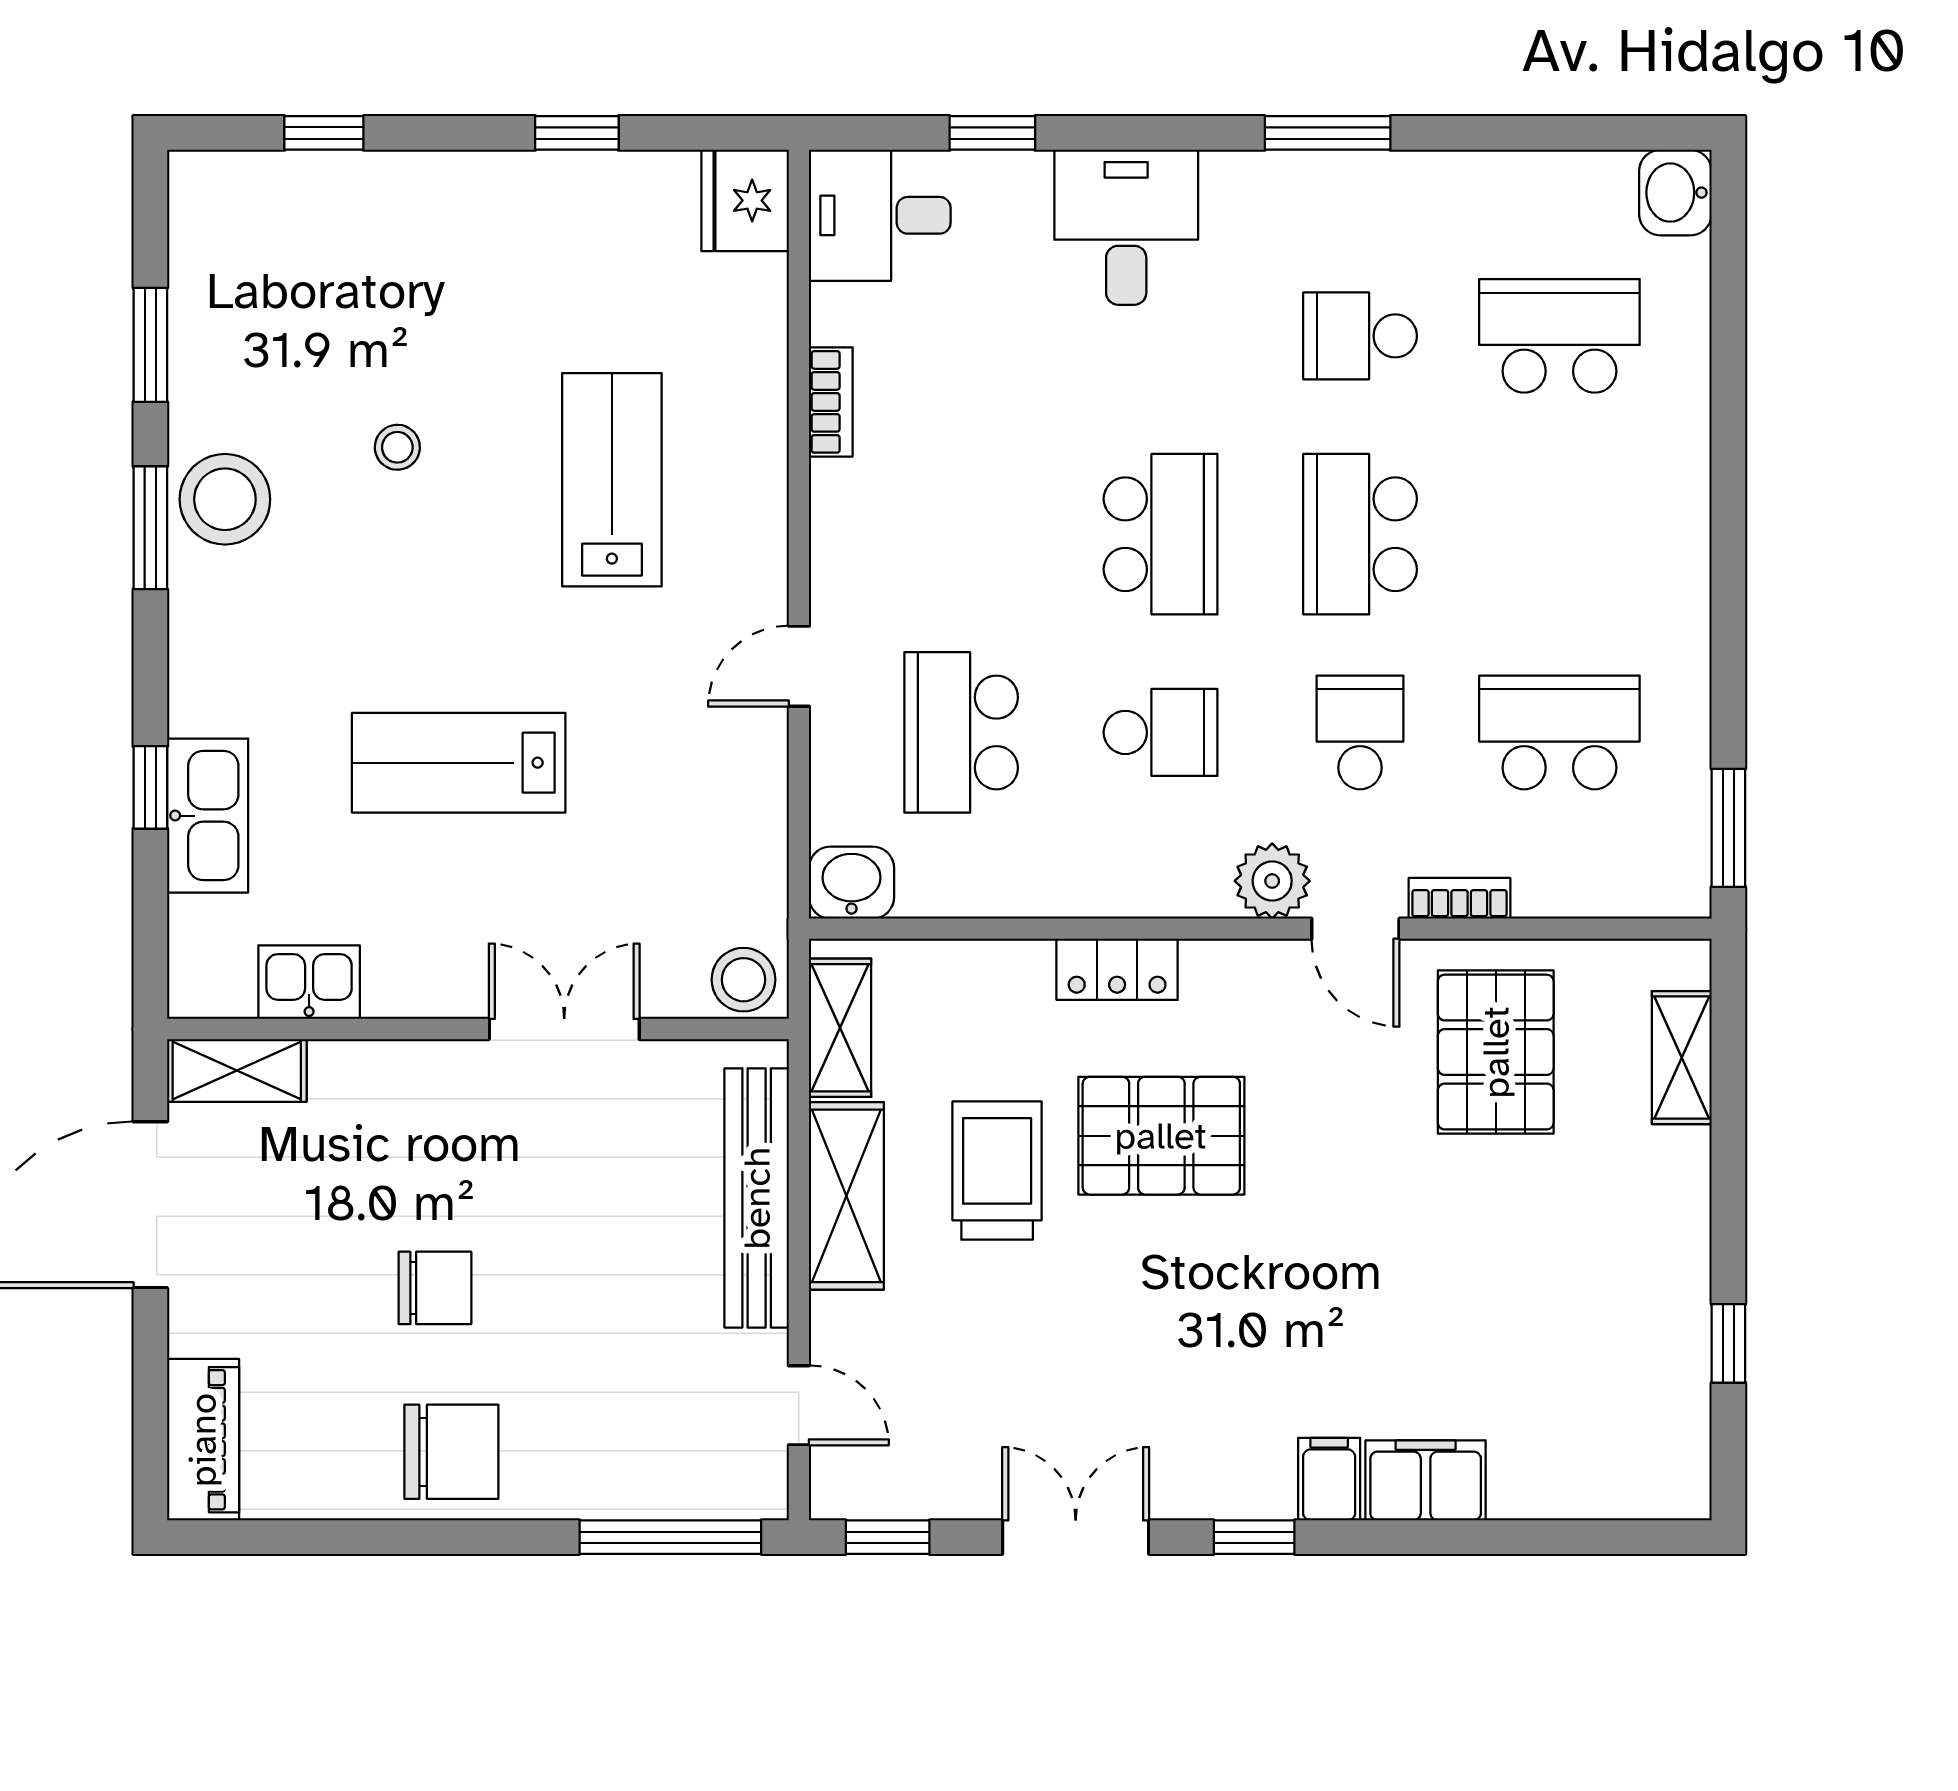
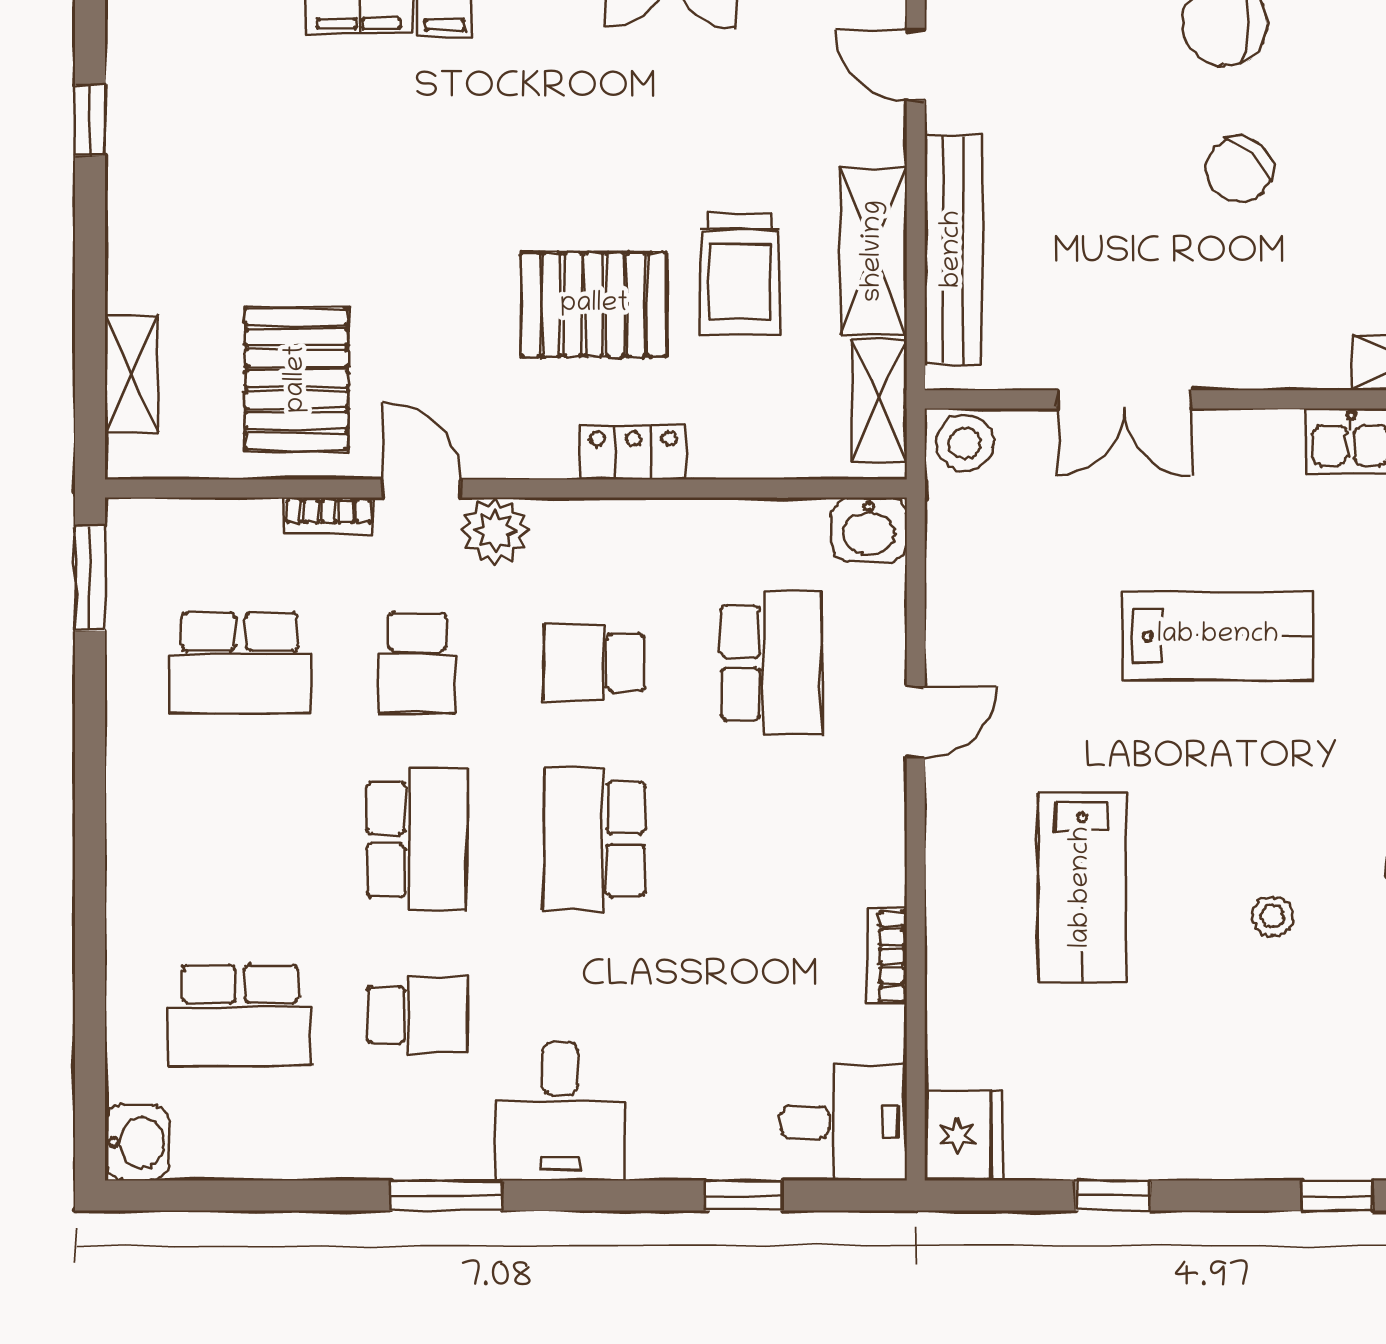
desk: (1126, 227) -> (560, 1112), moved
chair: (435, 1288) -> (1239, 169), turned -47

